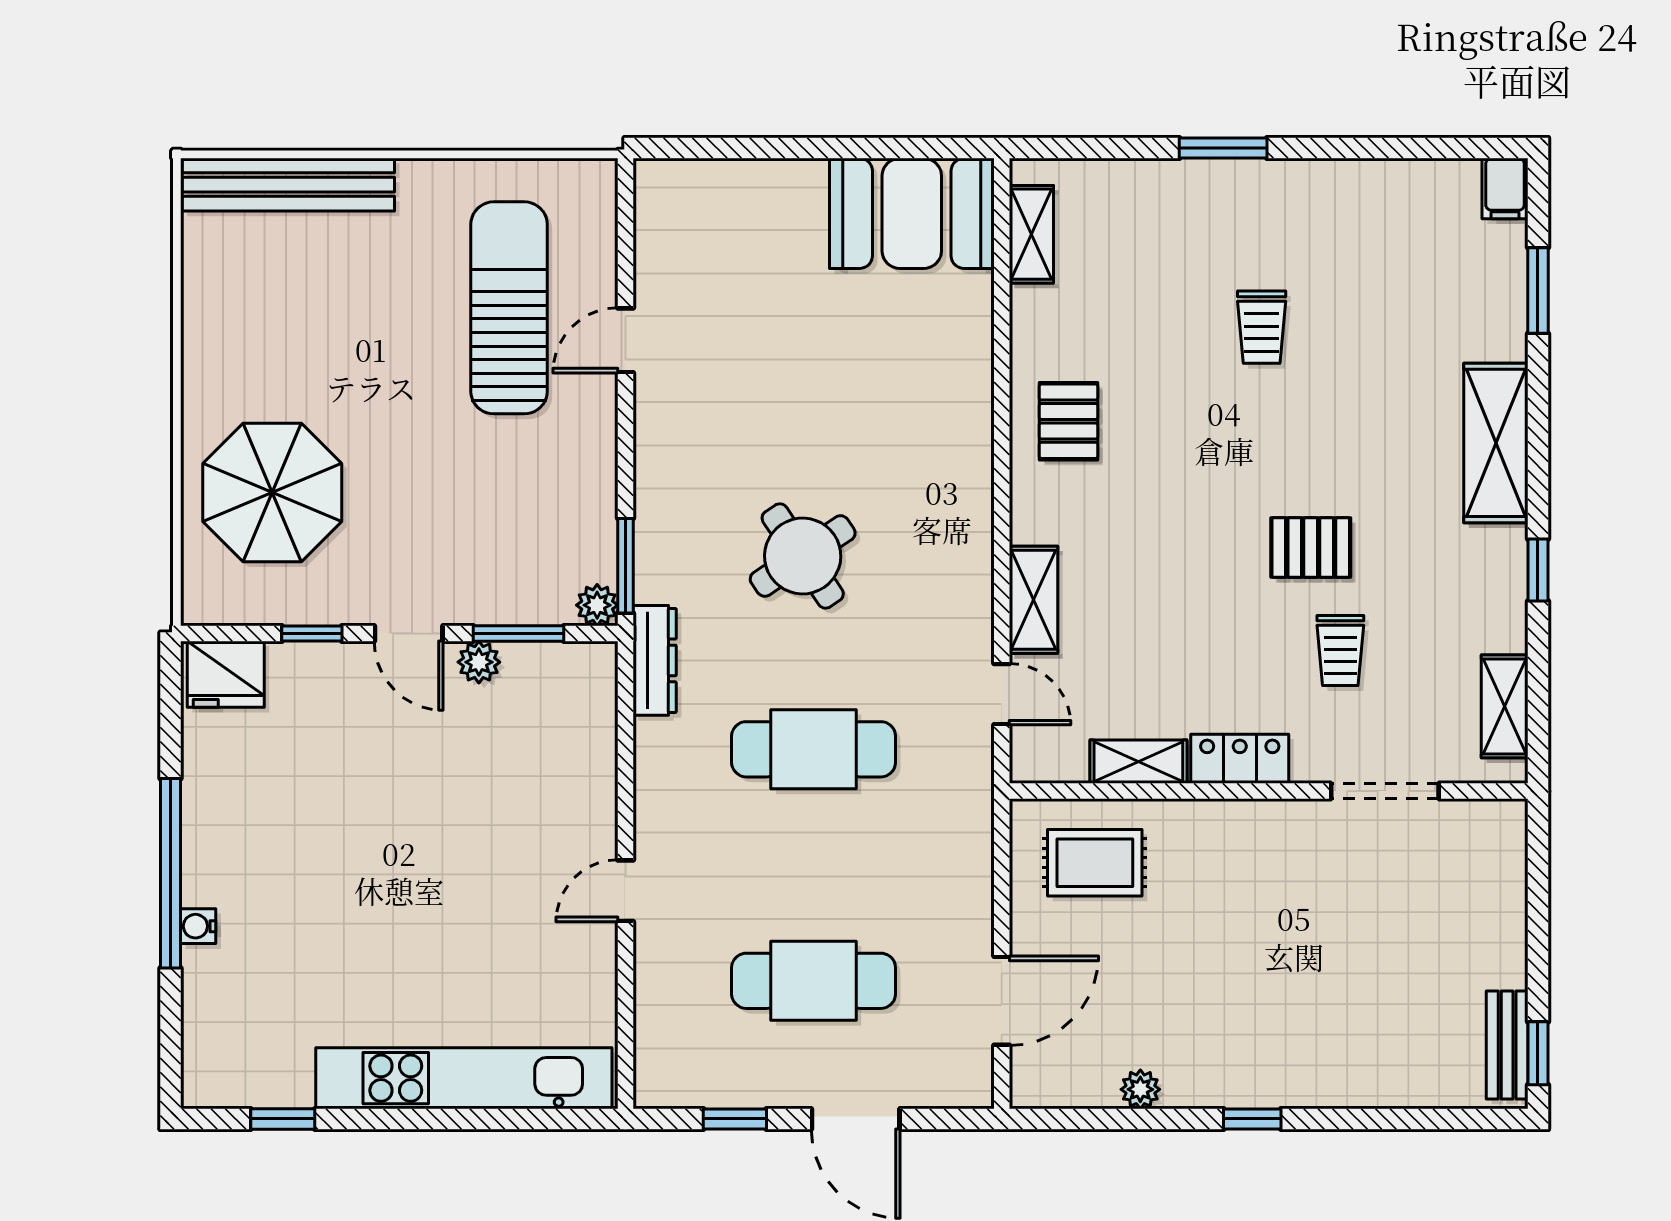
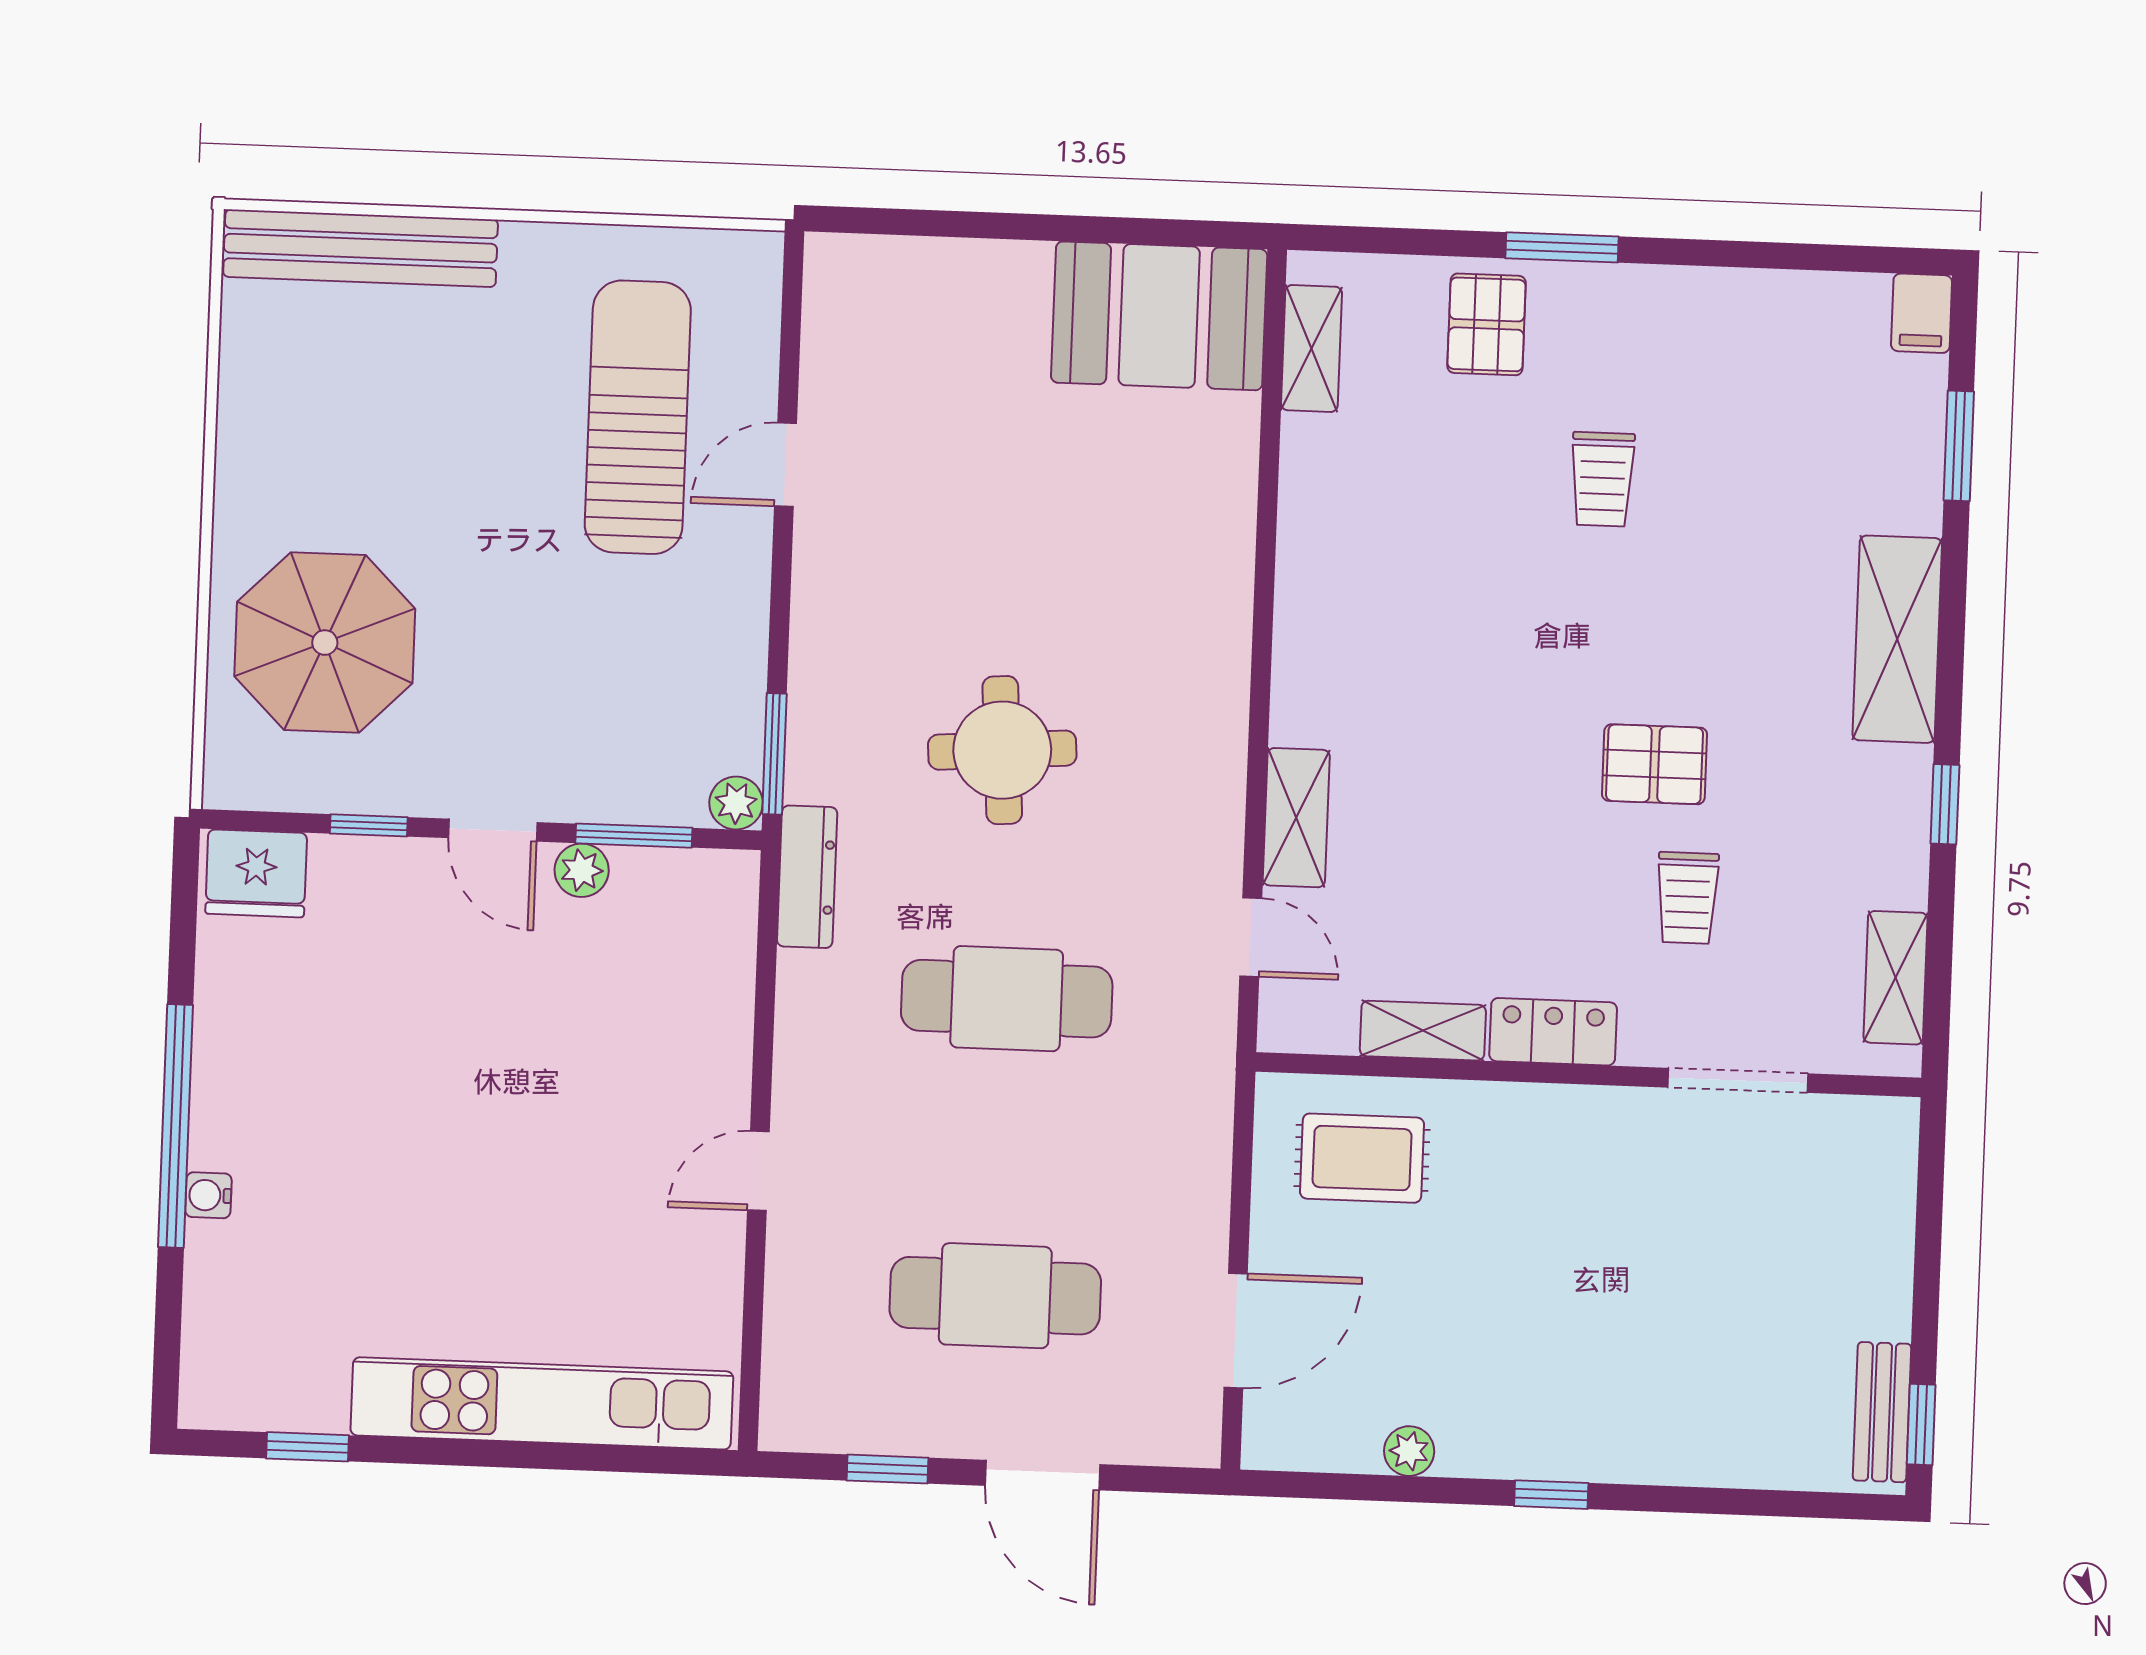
pallet: (1068, 421) -> (1487, 324), moved
round table: (803, 556) -> (1002, 750), turned 30

